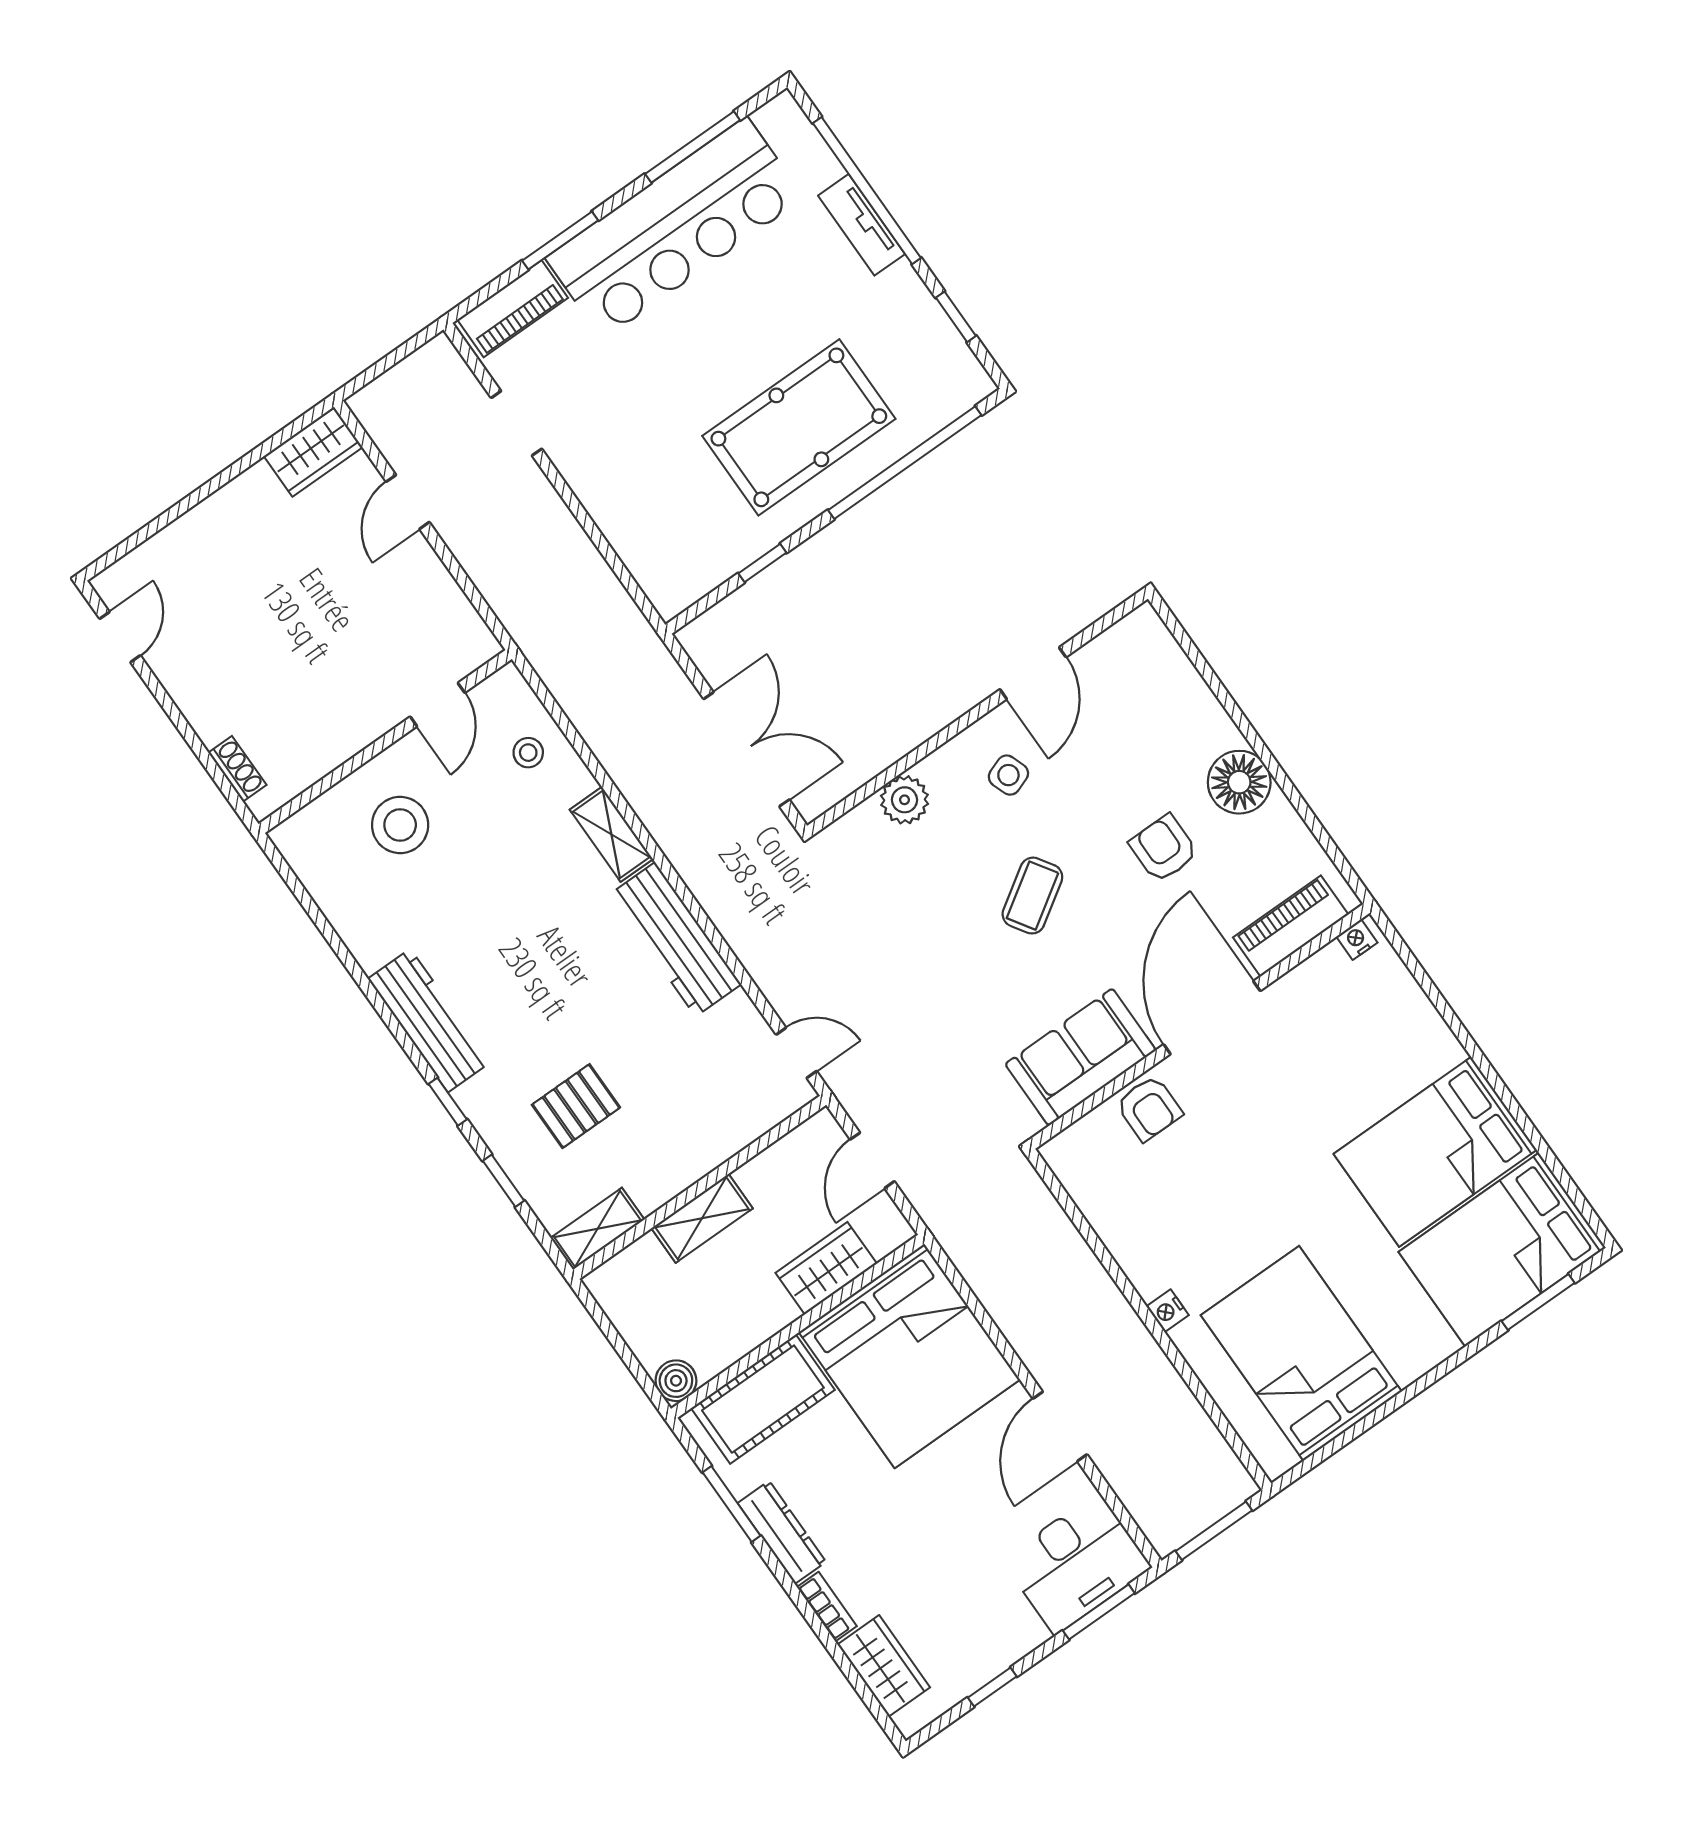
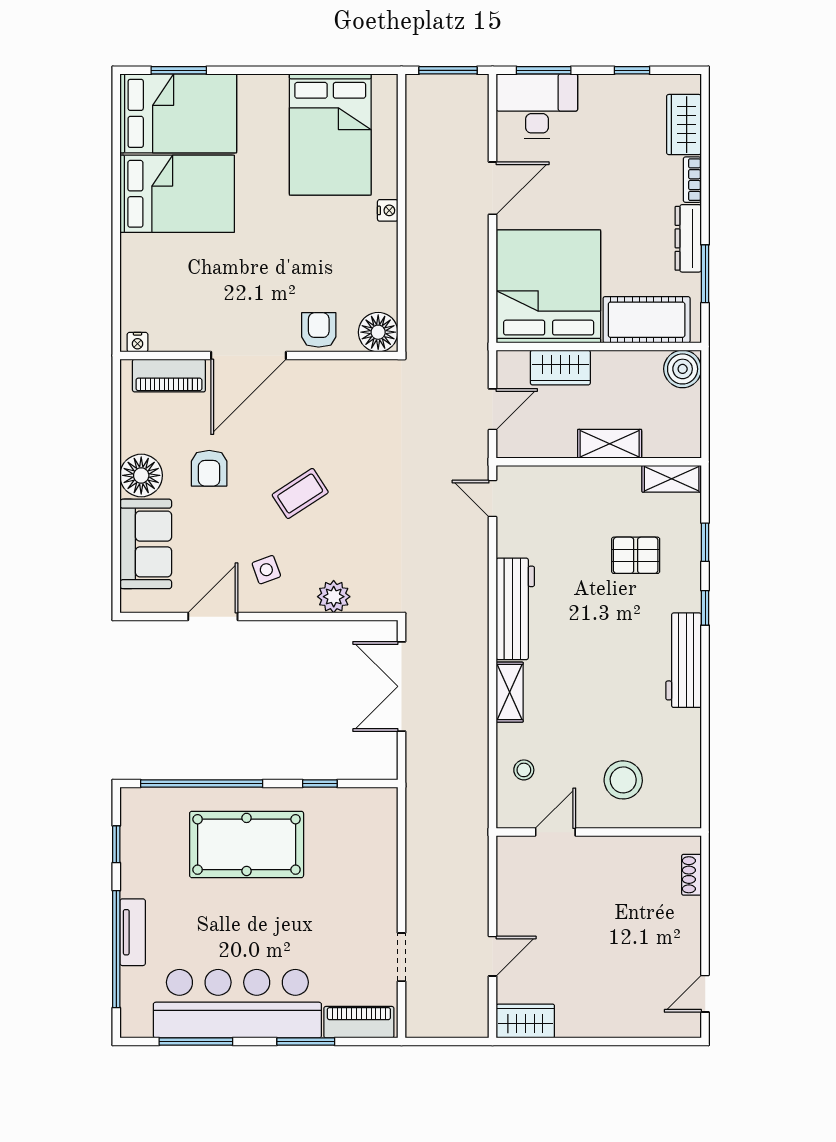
sofa: (1081, 1057) -> (146, 544), moved, turned -90
floor lamp: (1076, 1156) -> (378, 332), added
boiler: (676, 1381) -> (683, 369), width x1.36, depth x1.36

